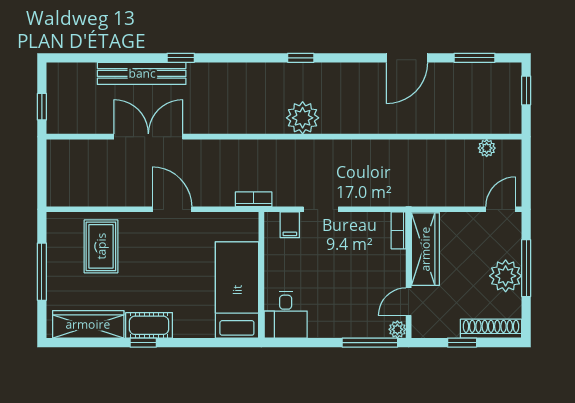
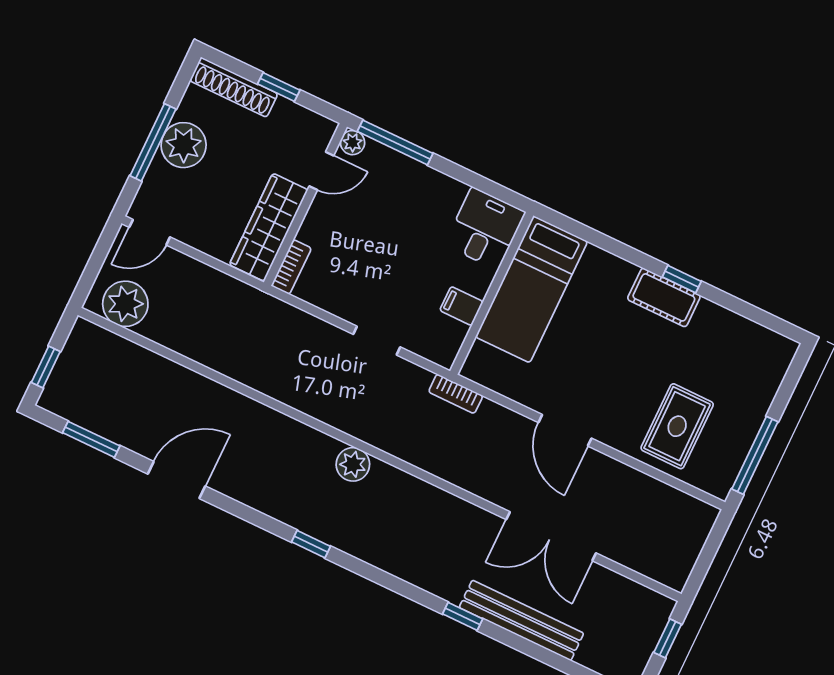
plant: (303, 118) -> (353, 464), width x0.73, depth x0.73
plant: (487, 148) -> (125, 304), width x1.88, depth x1.88
filing cabinet: (290, 225) -> (461, 306), moved, turned -90
window: (42, 272) -> (755, 455), moved
wardrobe: (88, 324) -> (740, 335), removed

